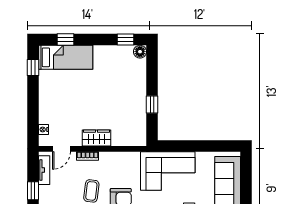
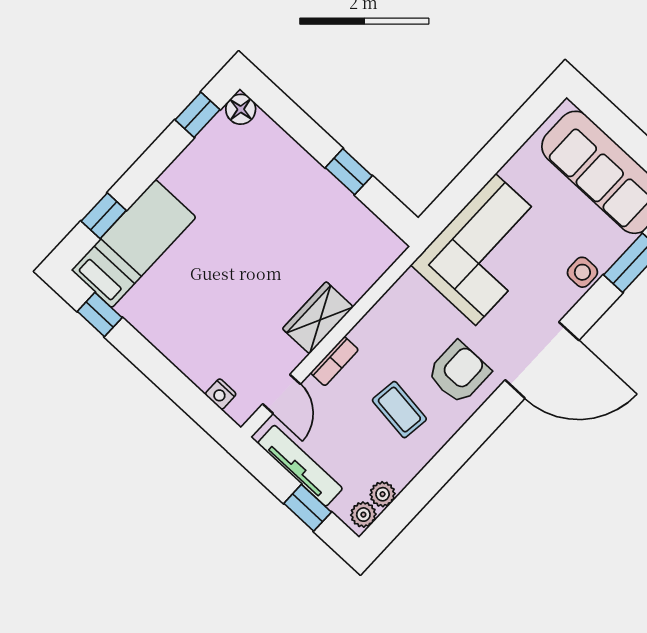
tv unit: (44, 170) -> (300, 466), width x1.41

